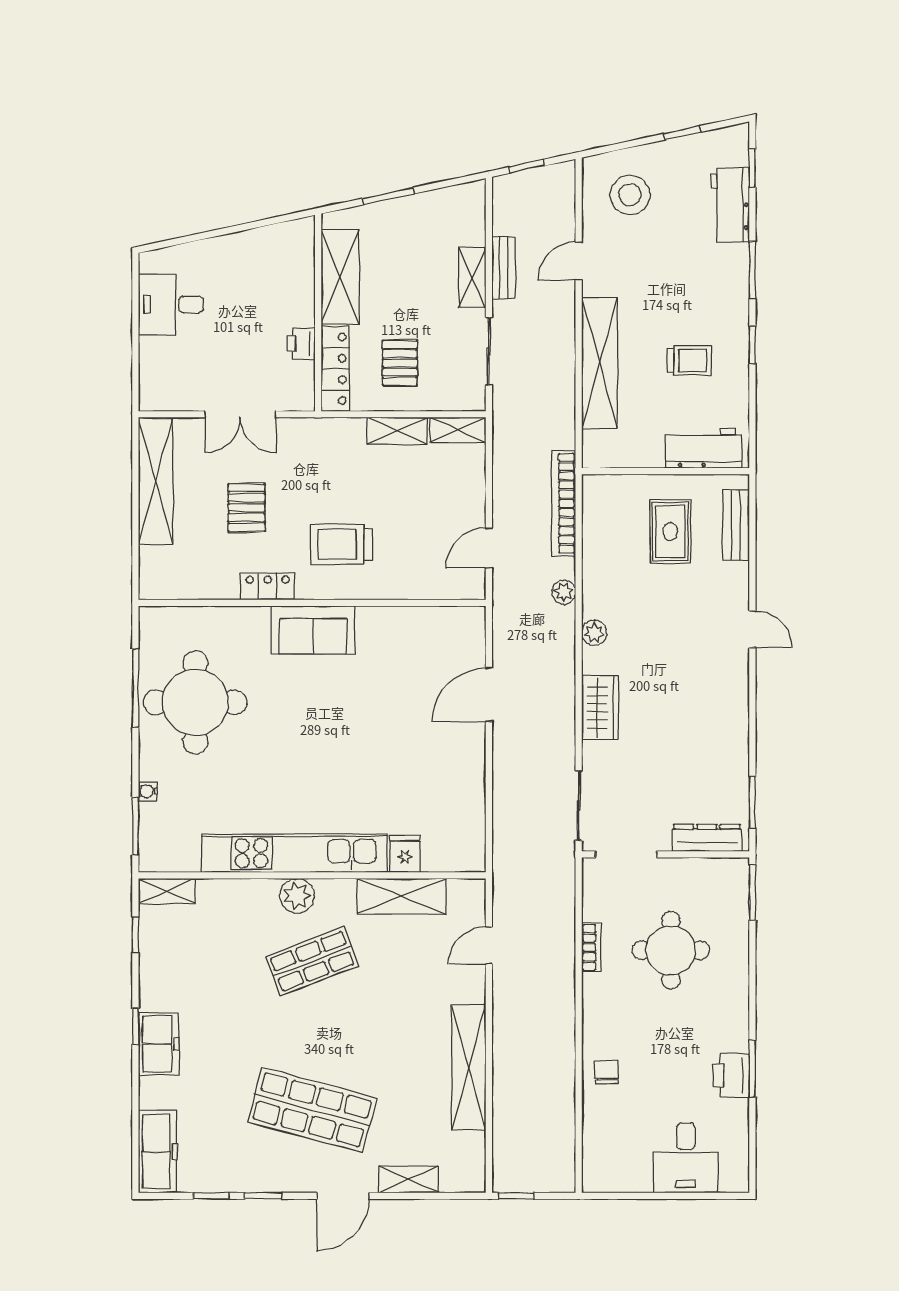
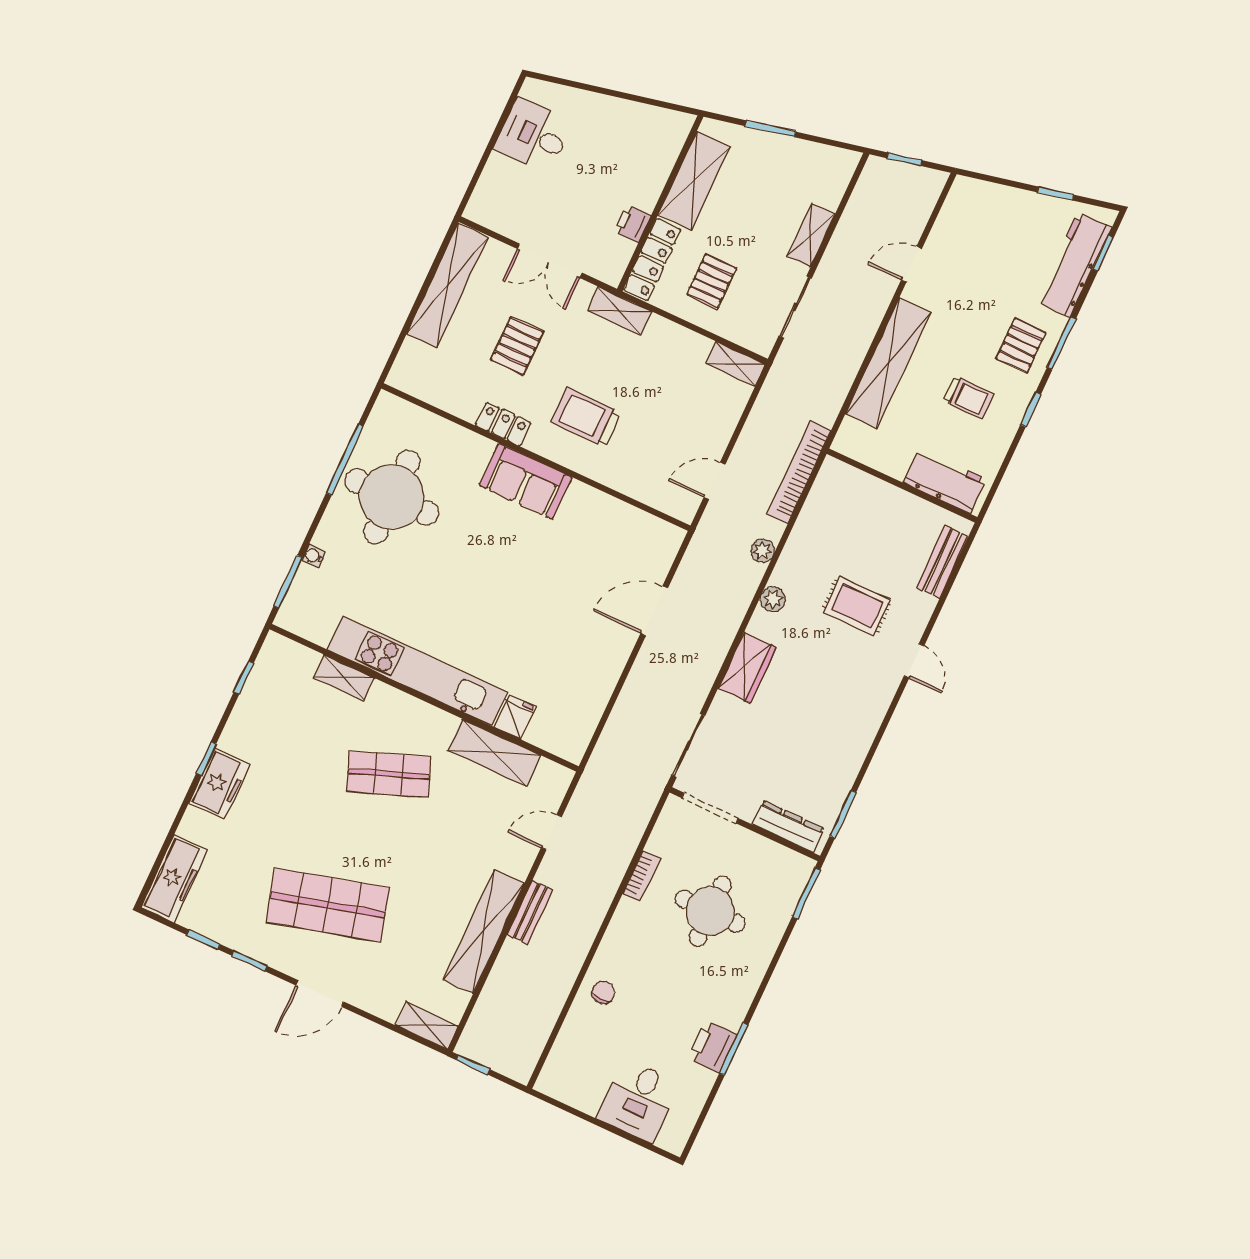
stool: (630, 195) -> (984, 227), removed
workbench: (730, 205) -> (1074, 265), width x1.38
bench: (504, 268) -> (530, 912), moved
pallet: (716, 289) -> (1021, 346), added
shelving: (397, 431) -> (620, 311), moved
rug: (670, 532) -> (857, 606), moved, turned 90
shelving: (167, 891) -> (344, 678), moved
plant: (297, 896) -> (402, 710), removed
shop shelf: (312, 1110) -> (328, 905), turned -30
shelving: (408, 1179) -> (427, 1025), moved

